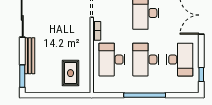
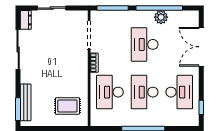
bench: (30, 56) -> (26, 102), moved
rug: (71, 73) -> (67, 106), turned 90

